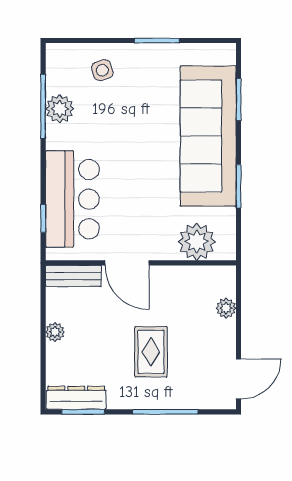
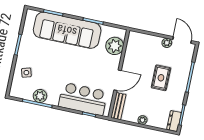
plant: (226, 308) -> (167, 43), moved
rug: (151, 352) -> (161, 78), turned 90
dresser: (76, 398) -> (174, 121), width x0.70

